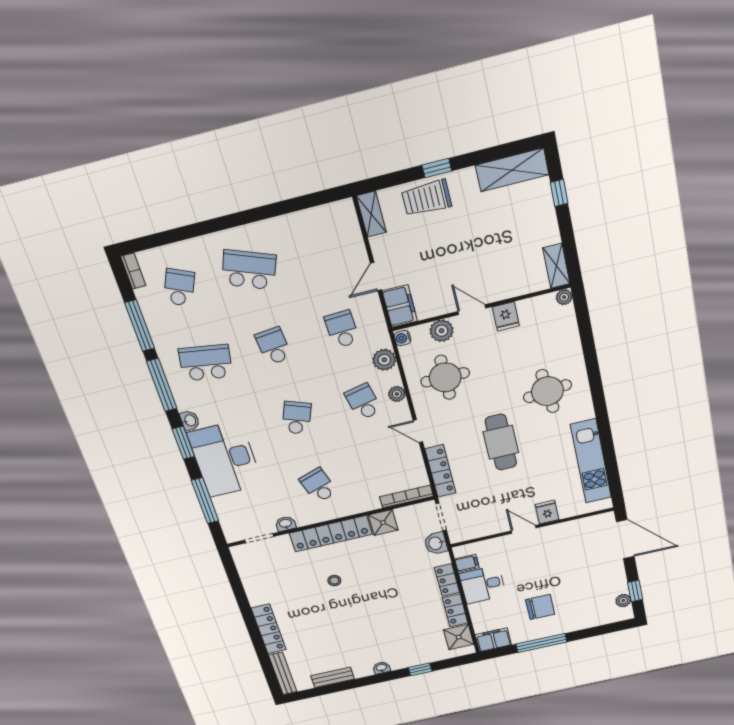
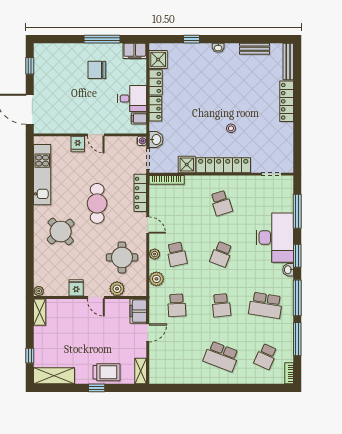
water cooler: (403, 338) -> (142, 141), moved
round table: (547, 391) -> (61, 231), turned -36
washbasin: (286, 524) -> (251, 181), removed
plant: (623, 601) -> (39, 60), removed

